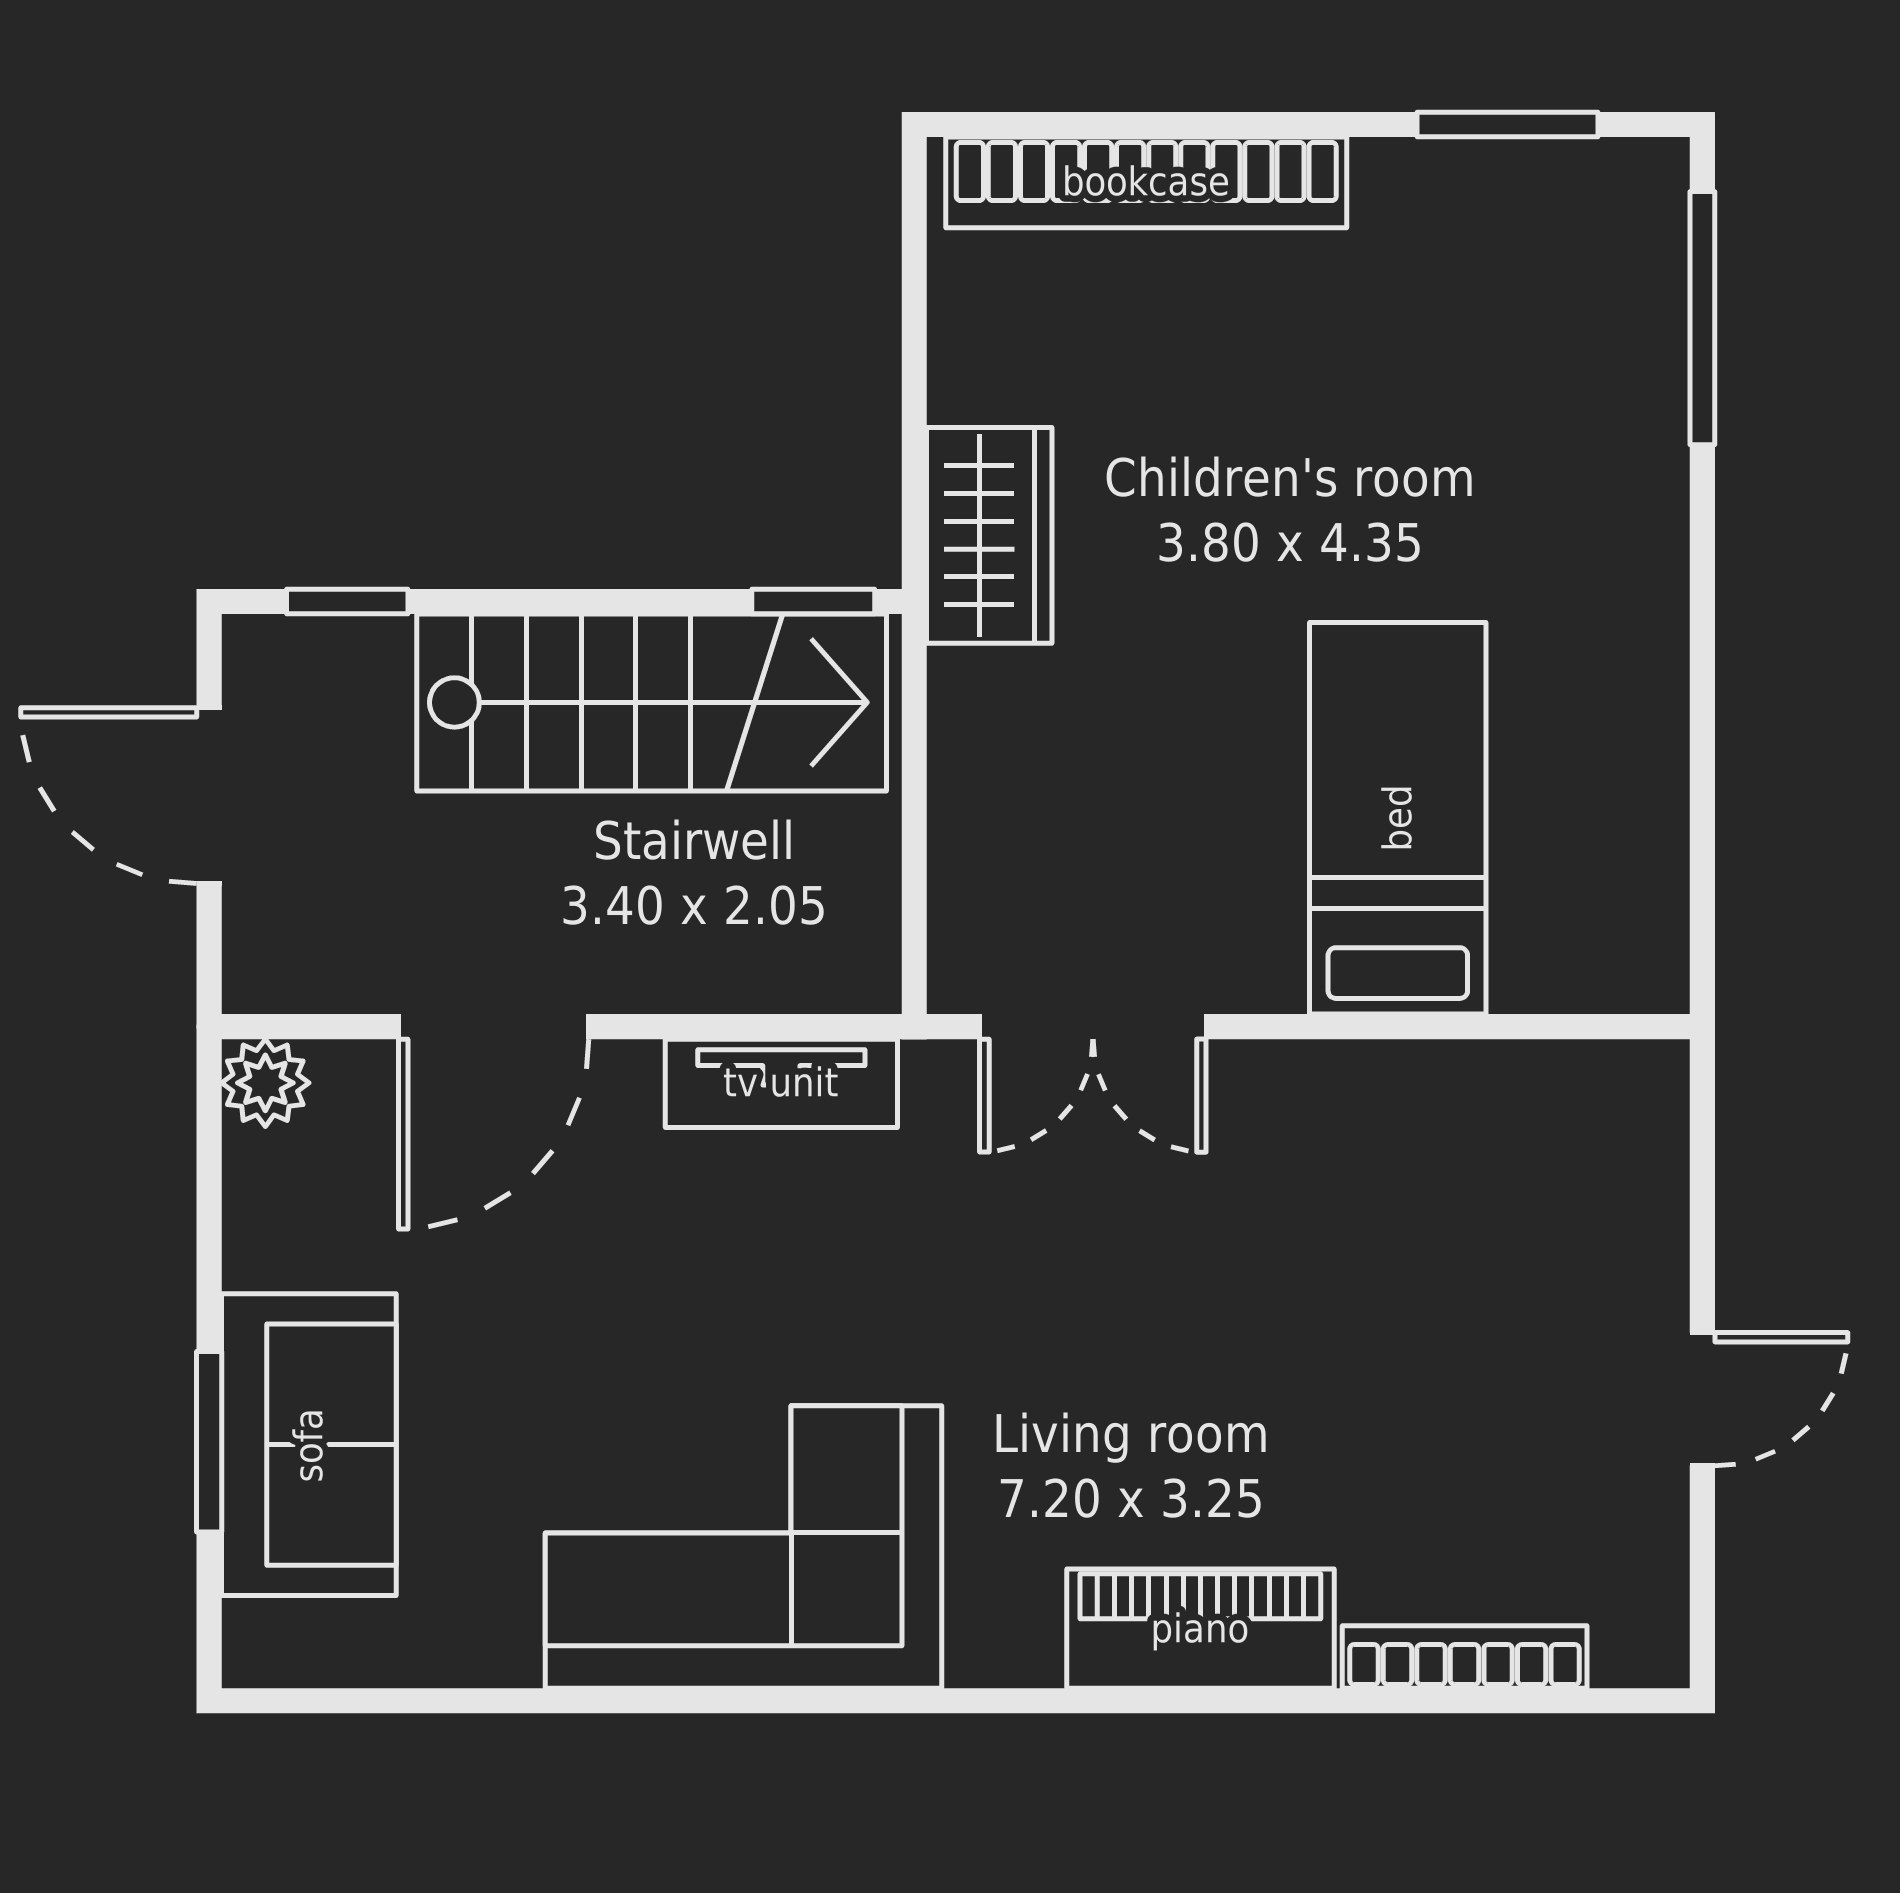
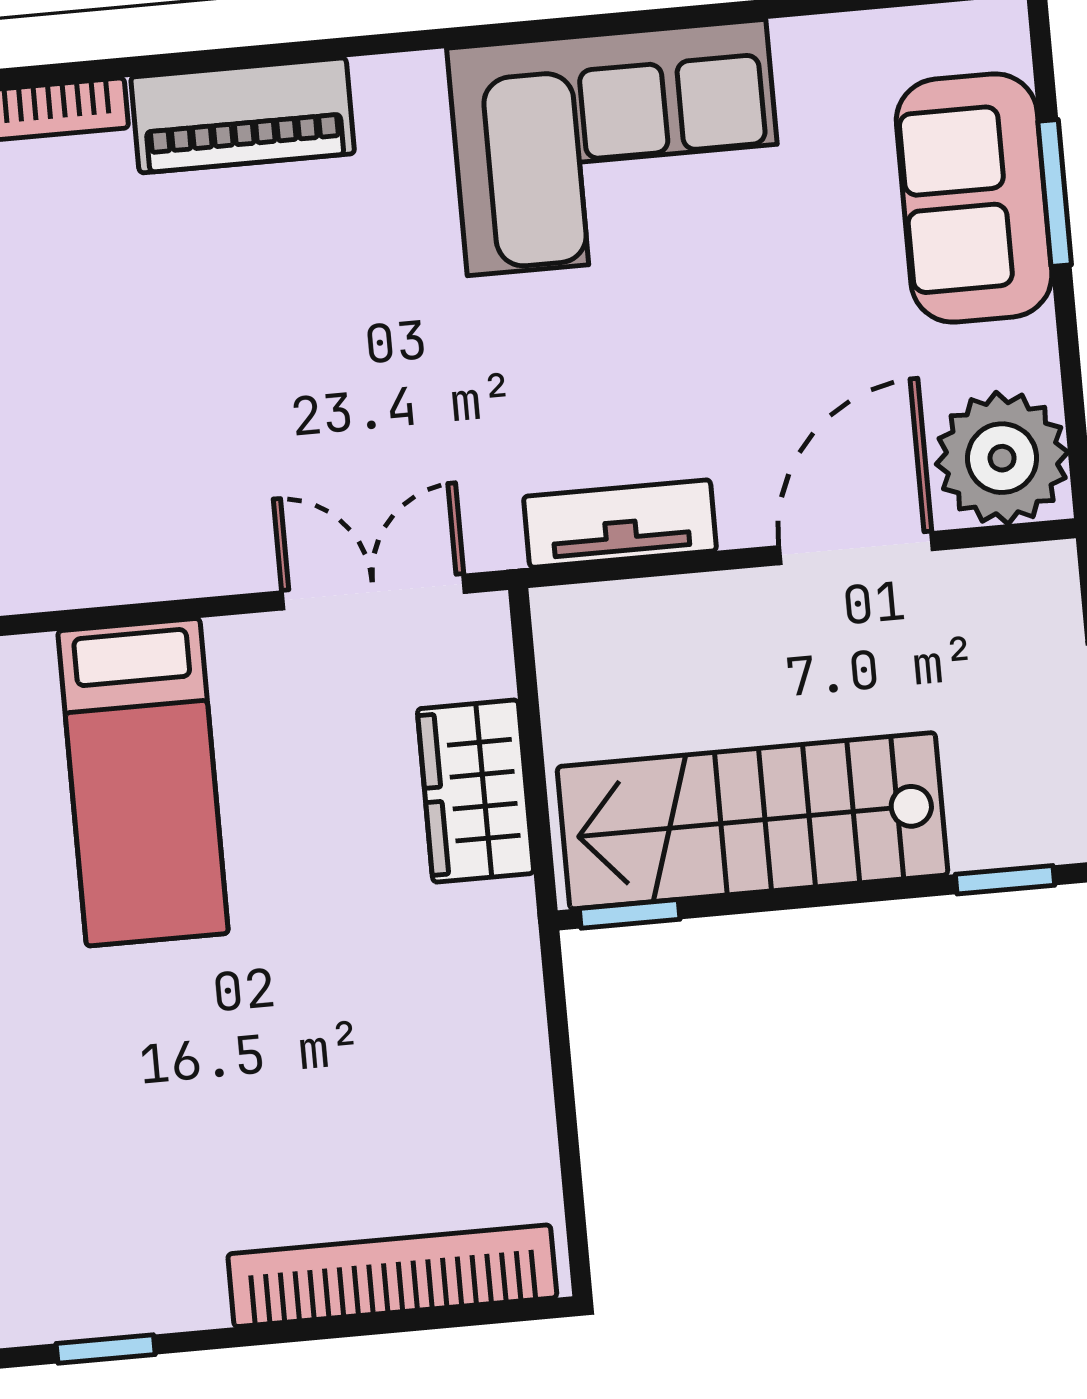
window: (1507, 124) -> (106, 1349), width x0.67
wardrobe: (989, 535) -> (476, 791), moved
plant: (265, 1083) -> (1002, 458), width x1.87, depth x1.87

